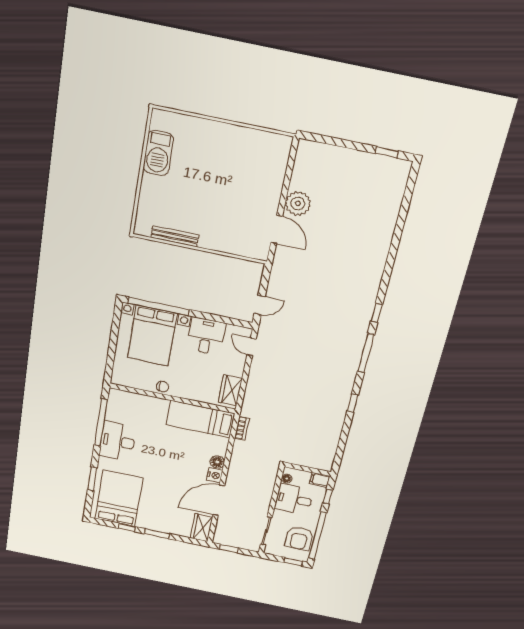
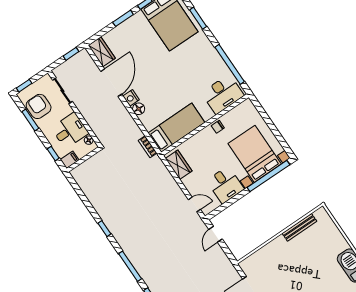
desk: (118, 441) -> (223, 94), moved, turned 90
window: (317, 536) -> (30, 120), width x0.47

